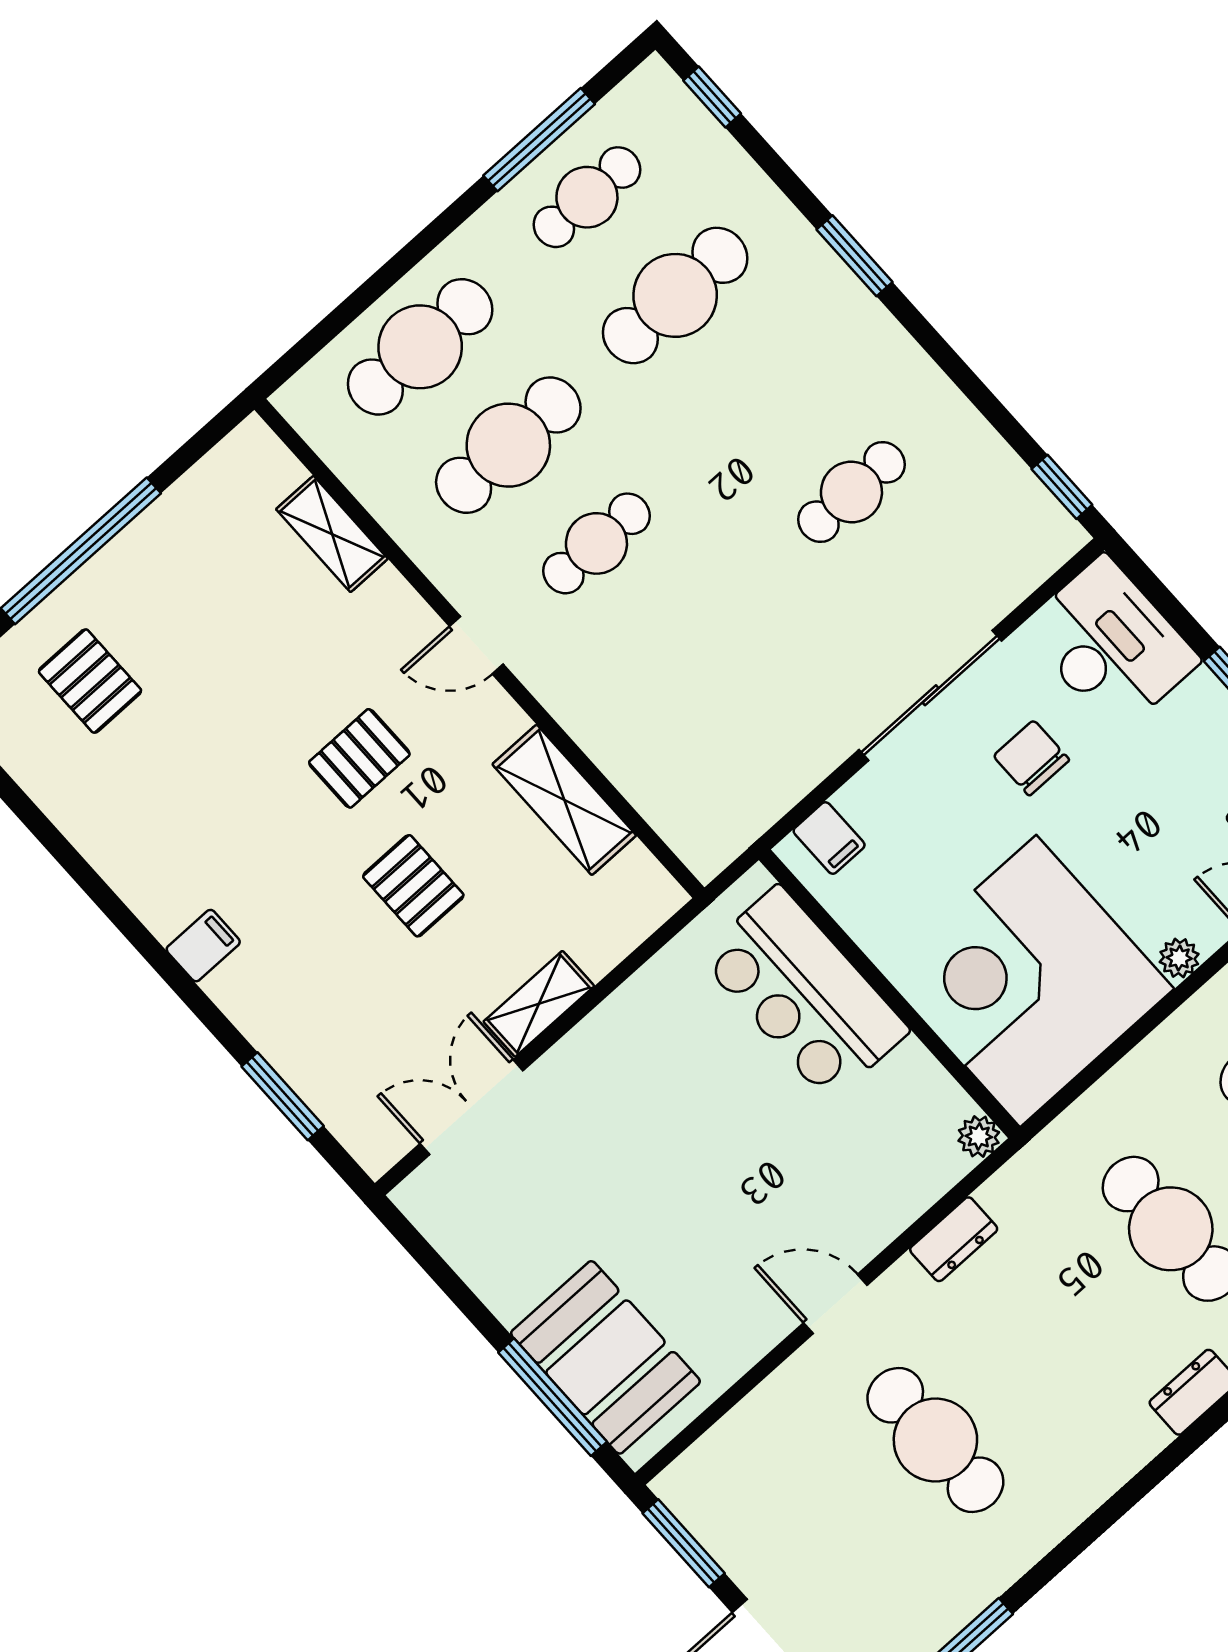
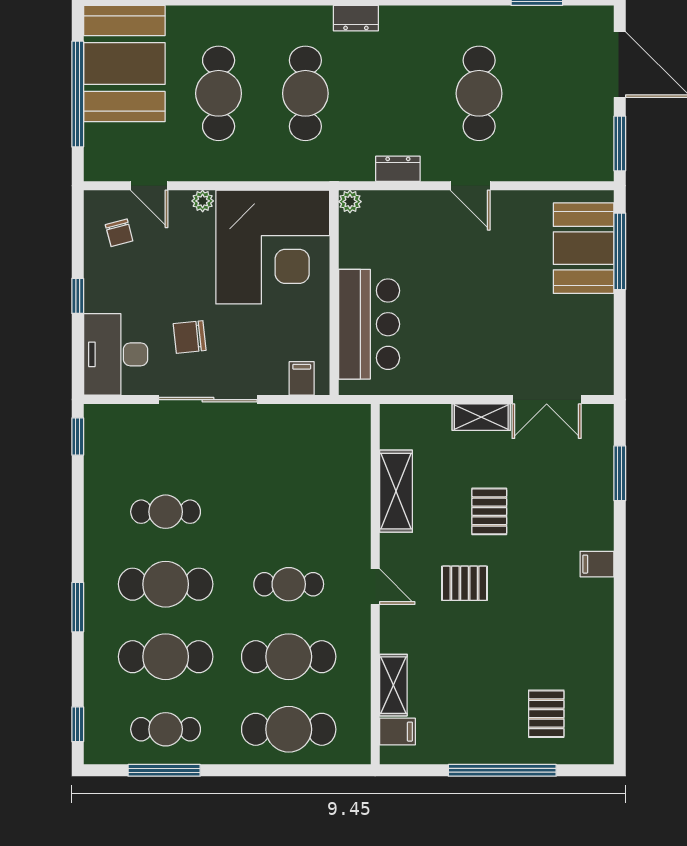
cafe table: (763, 394) -> (166, 584), added
filing cabinet: (270, 476) -> (397, 732), added
chair: (1031, 758) -> (190, 337), turned 84

